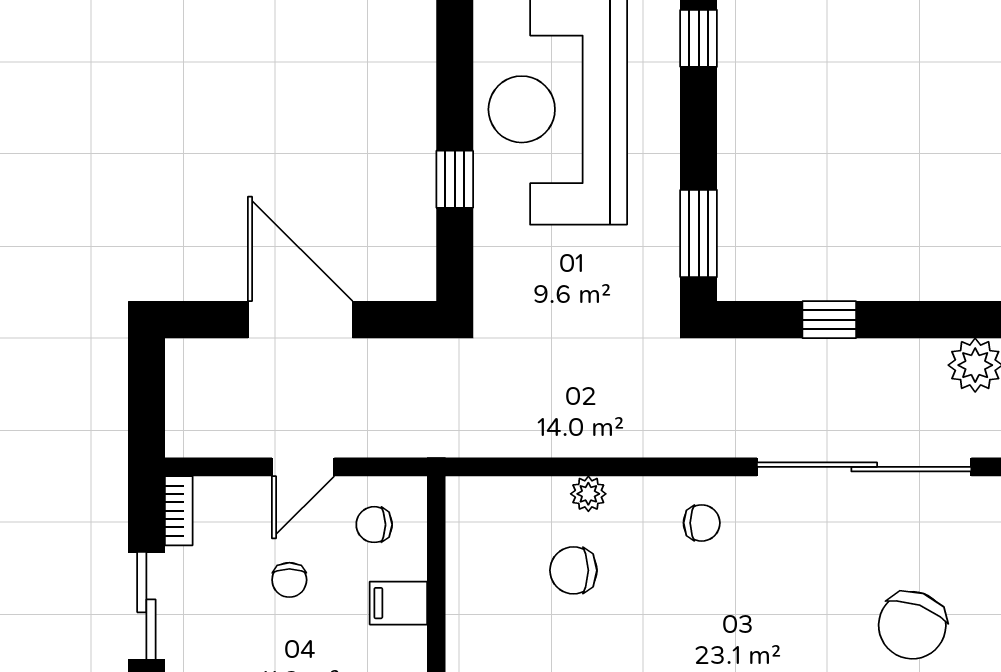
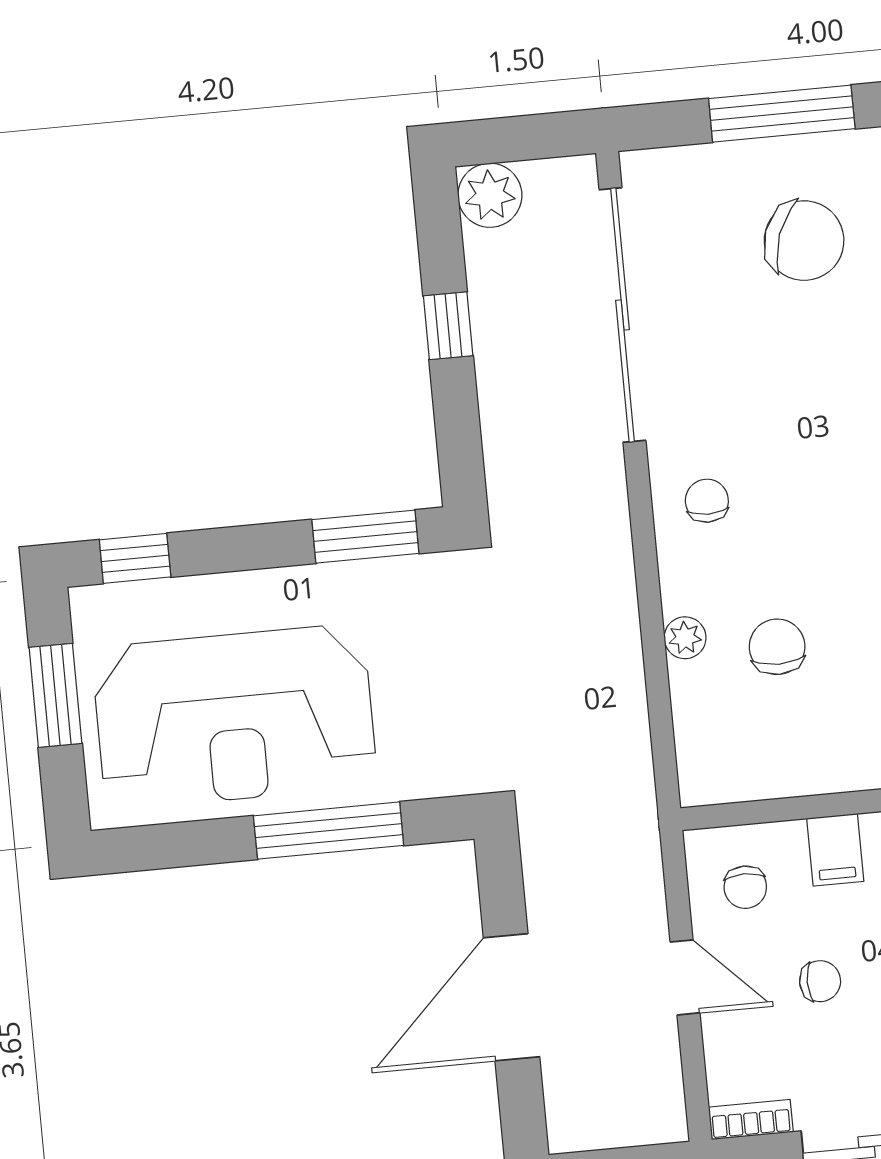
window: (455, 179) -> (329, 831), width x2.17
window: (829, 320) -> (448, 326), moved
chair: (573, 570) -> (777, 647), turned 180

